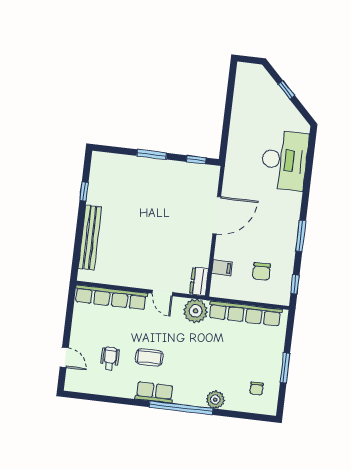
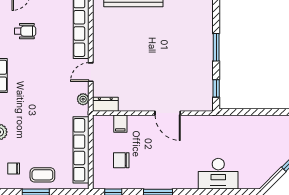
desk: (284, 160) -> (218, 174), width x0.73, depth x0.77
door: (217, 215) -> (168, 113), width x0.73
plant: (196, 311) -> (83, 99), width x0.53, depth x0.53
coffee table: (149, 357) -> (42, 175), moved, turned 90

